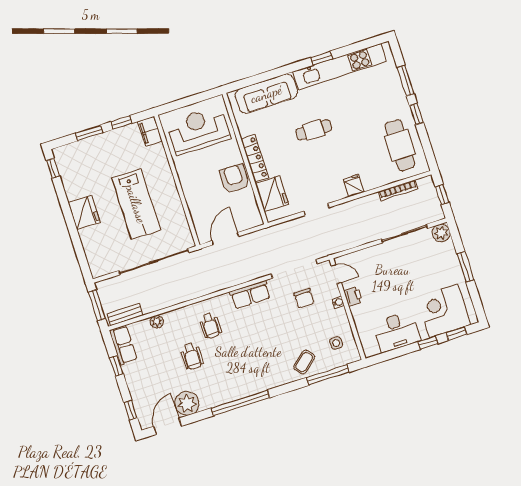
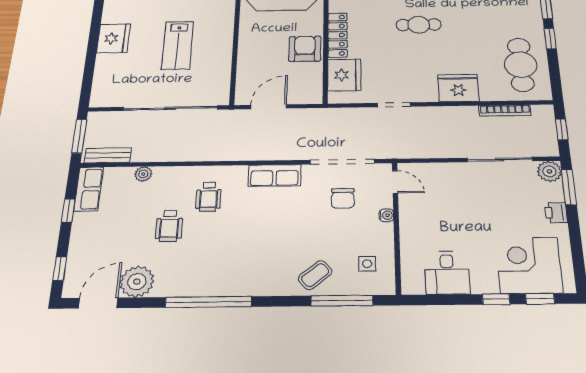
fridge: (353, 186) -> (458, 88), width x1.88, depth x1.34
lab bench: (136, 204) -> (178, 45), width x0.73, depth x0.72
window: (465, 267) -> (569, 187), moved
printer: (353, 296) -> (556, 213), moved, turned 180
desk: (396, 332) -> (447, 273), width x0.73

